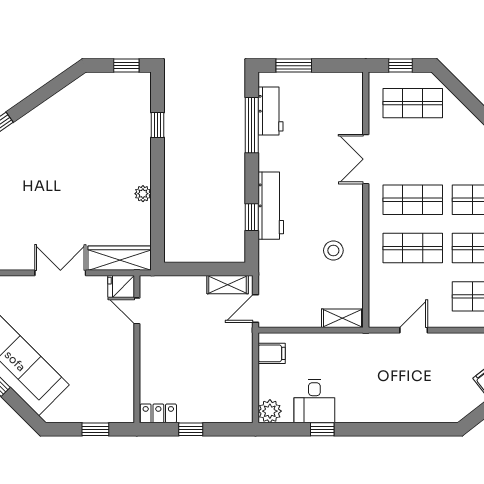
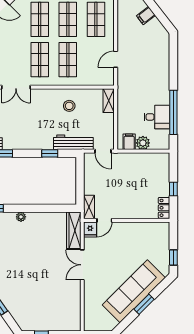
plant: (143, 194) -> (21, 217), moved
workbench: (271, 206) -> (73, 142), moved
shelving: (228, 285) -> (89, 207), moved
door: (414, 330) -> (116, 59), hinge flipped
plant: (270, 411) -> (143, 143), moved
window: (95, 429) -> (173, 257), moved
window: (322, 429) -> (173, 112), width x3.17

